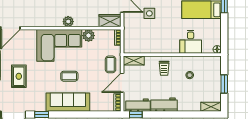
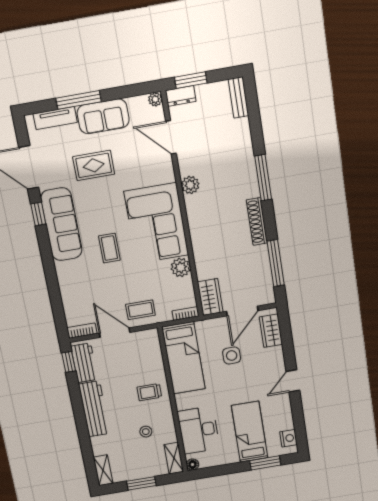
plant: (68, 22) -> (190, 185), moved
desk: (191, 42) -> (199, 430), width x1.37
bed: (146, 43) -> (184, 358), added
shelving: (134, 61) -> (174, 458), moved
sofa: (68, 102) -> (61, 224), moved
workbench: (164, 105) -> (94, 409), width x1.38

